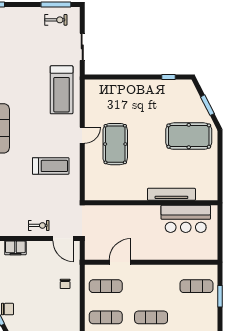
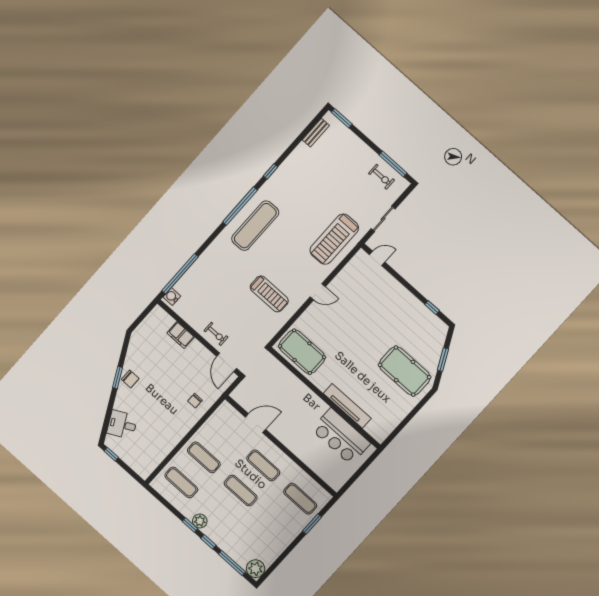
door: (102, 77) -> (377, 258), added
pool table: (115, 144) -> (302, 352), moved, turned 90
exercise mat: (106, 286) -> (263, 465), moved

